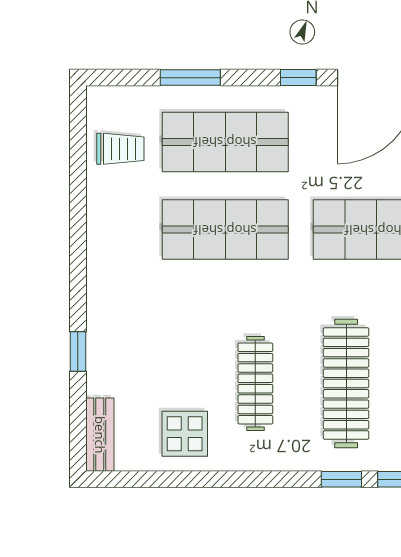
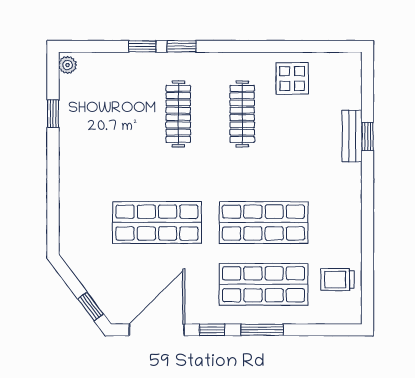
window: (190, 78) -> (262, 330), moved
clothes rail: (346, 384) -> (178, 114), width x0.73, depth x0.76
bench: (100, 435) -> (352, 136), moved

